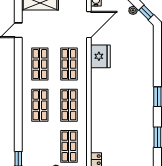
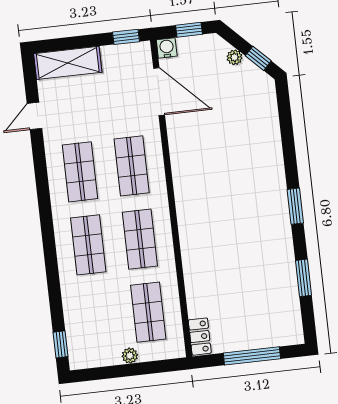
door: (89, 25) -> (159, 92), hinge flipped
fridge: (100, 56) -> (186, 146), removed

